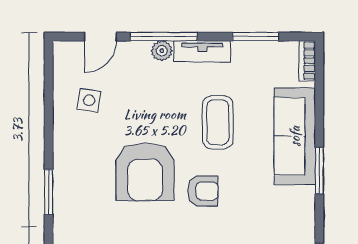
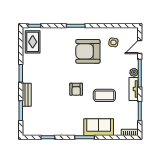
door: (100, 37) -> (140, 47), hinge flipped
sofa: (295, 136) -> (99, 127), width x0.73
armchair: (145, 172) -> (88, 51), moved

